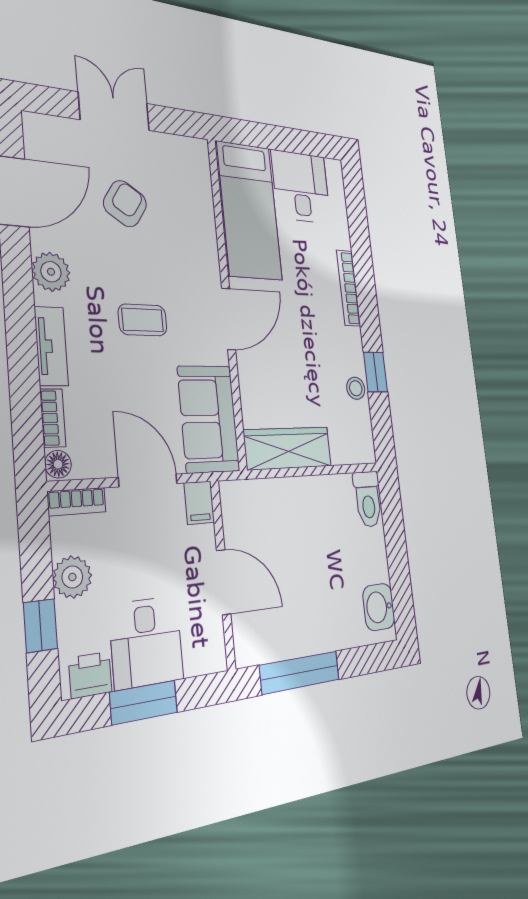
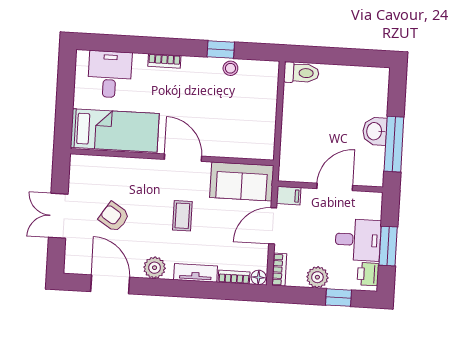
desk: (301, 187) -> (110, 74), moved, turned 90
bookcase: (348, 288) -> (164, 61), width x0.64
wardrobe: (288, 448) -> (264, 129), removed
washbasin: (379, 607) -> (375, 131), moved, turned 90

